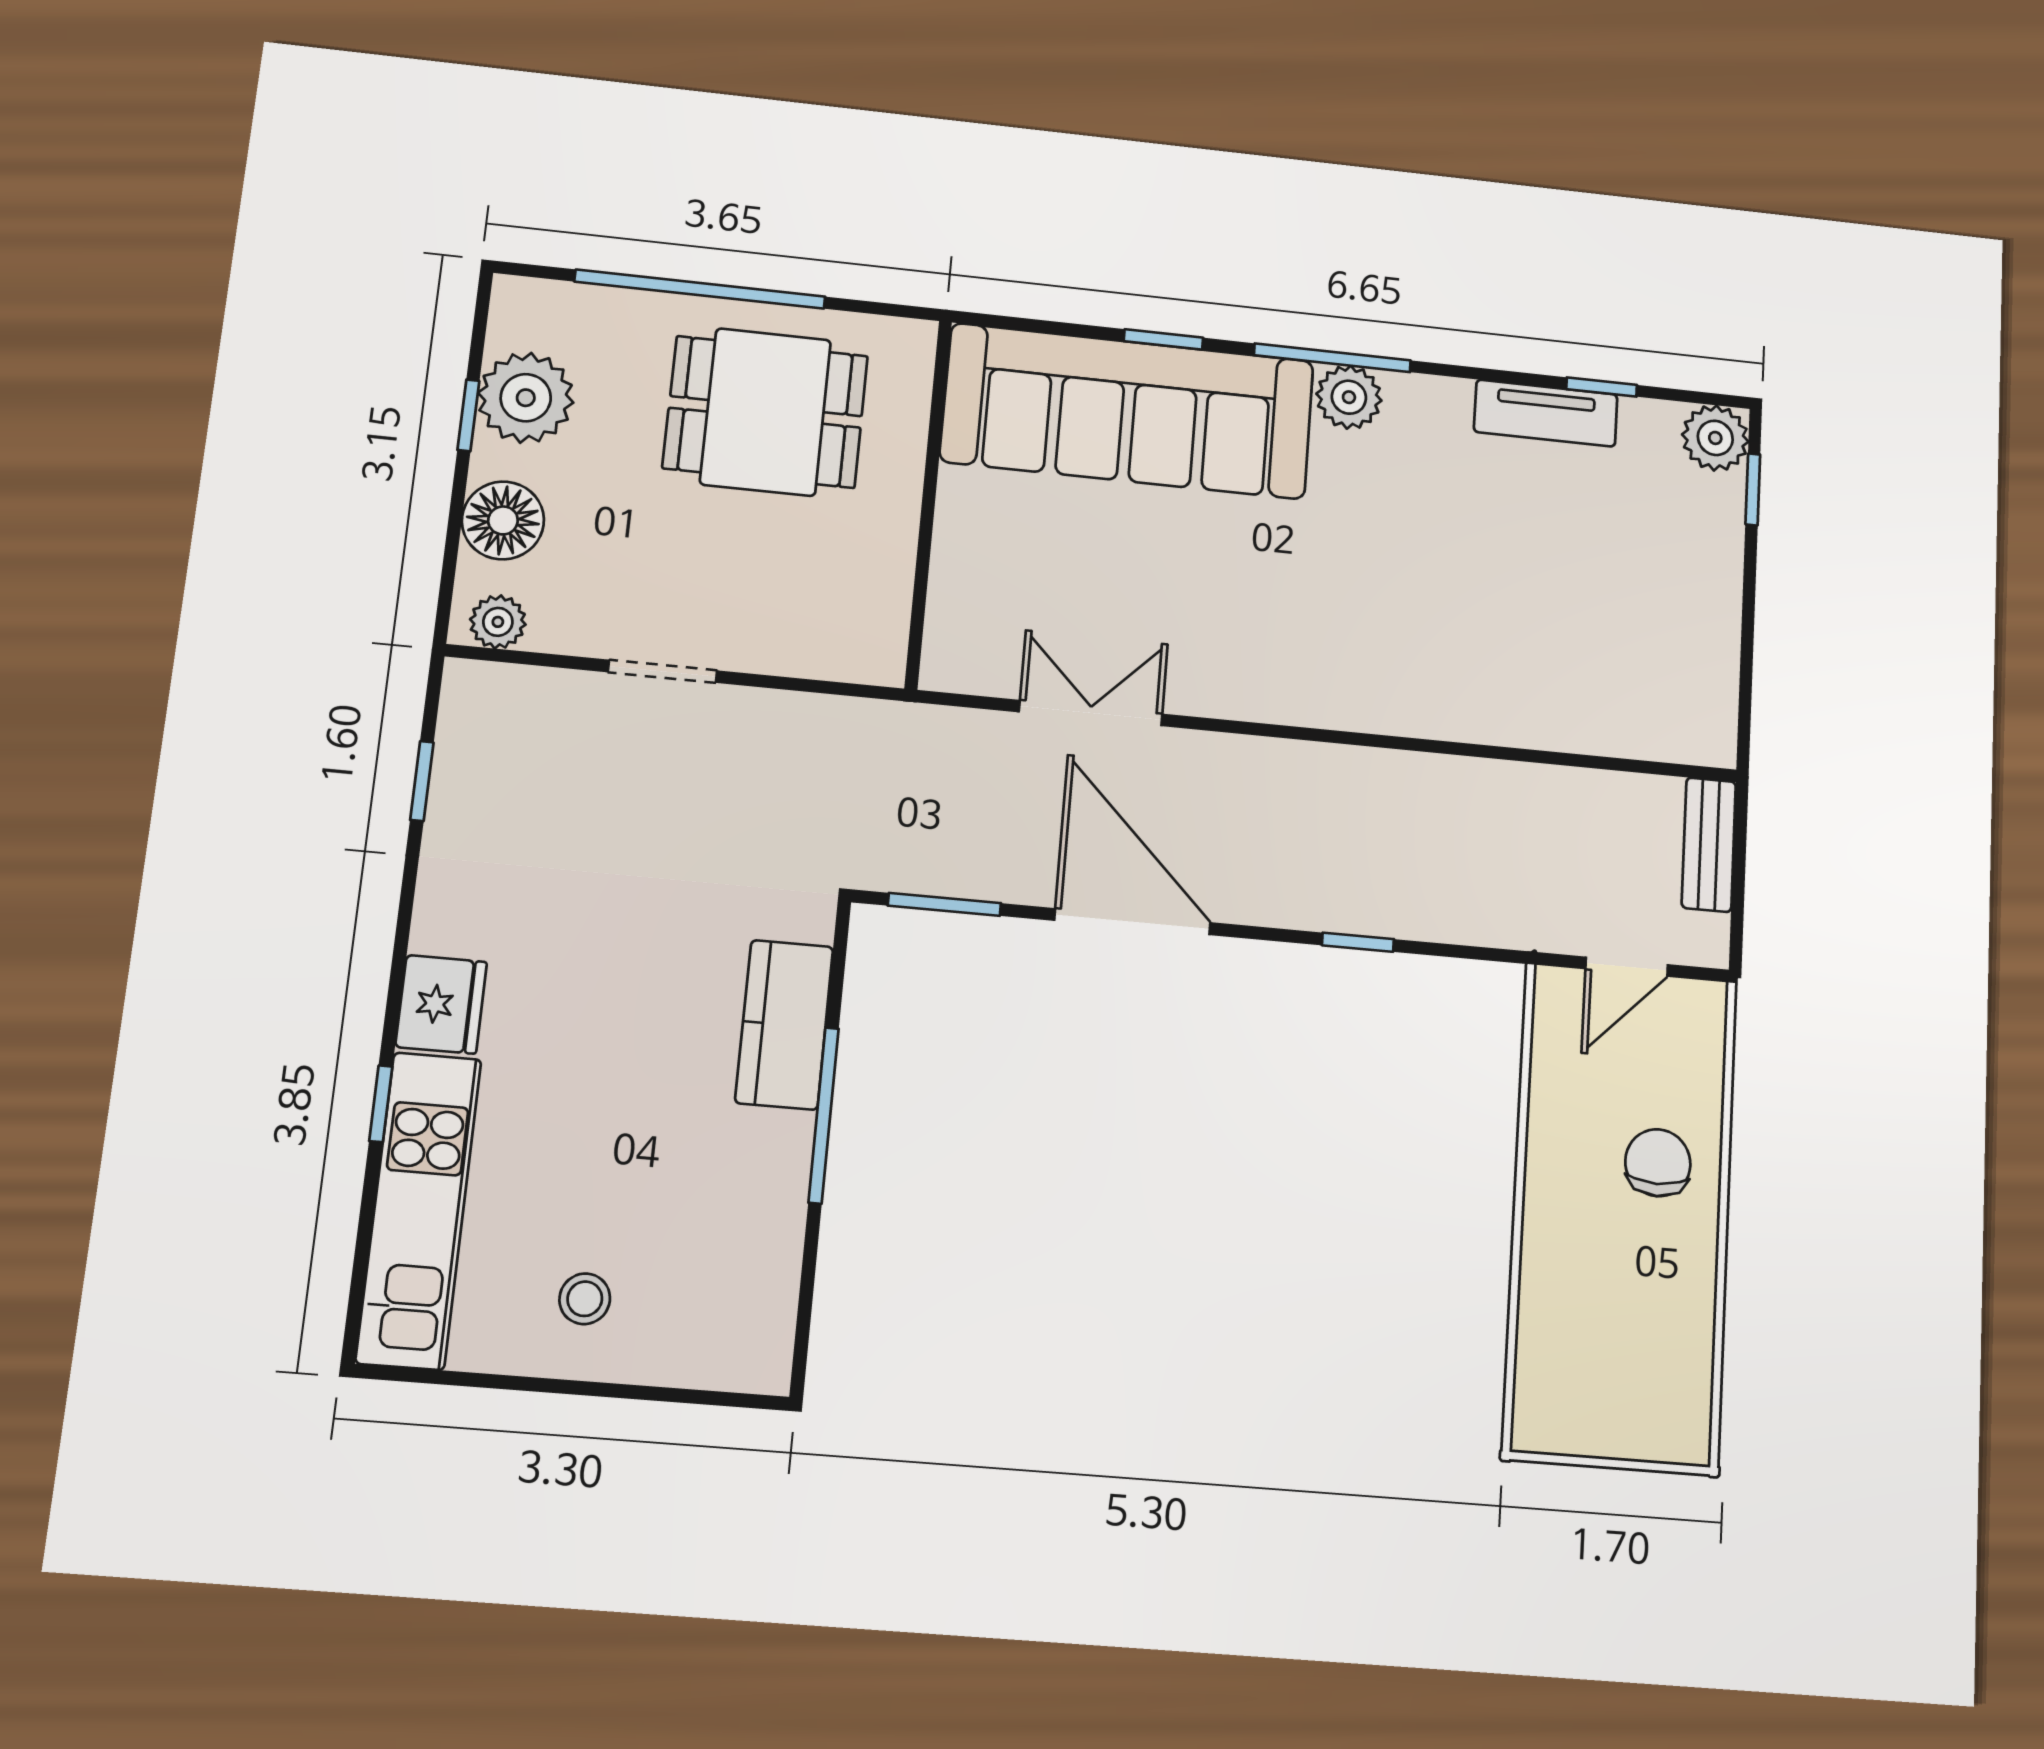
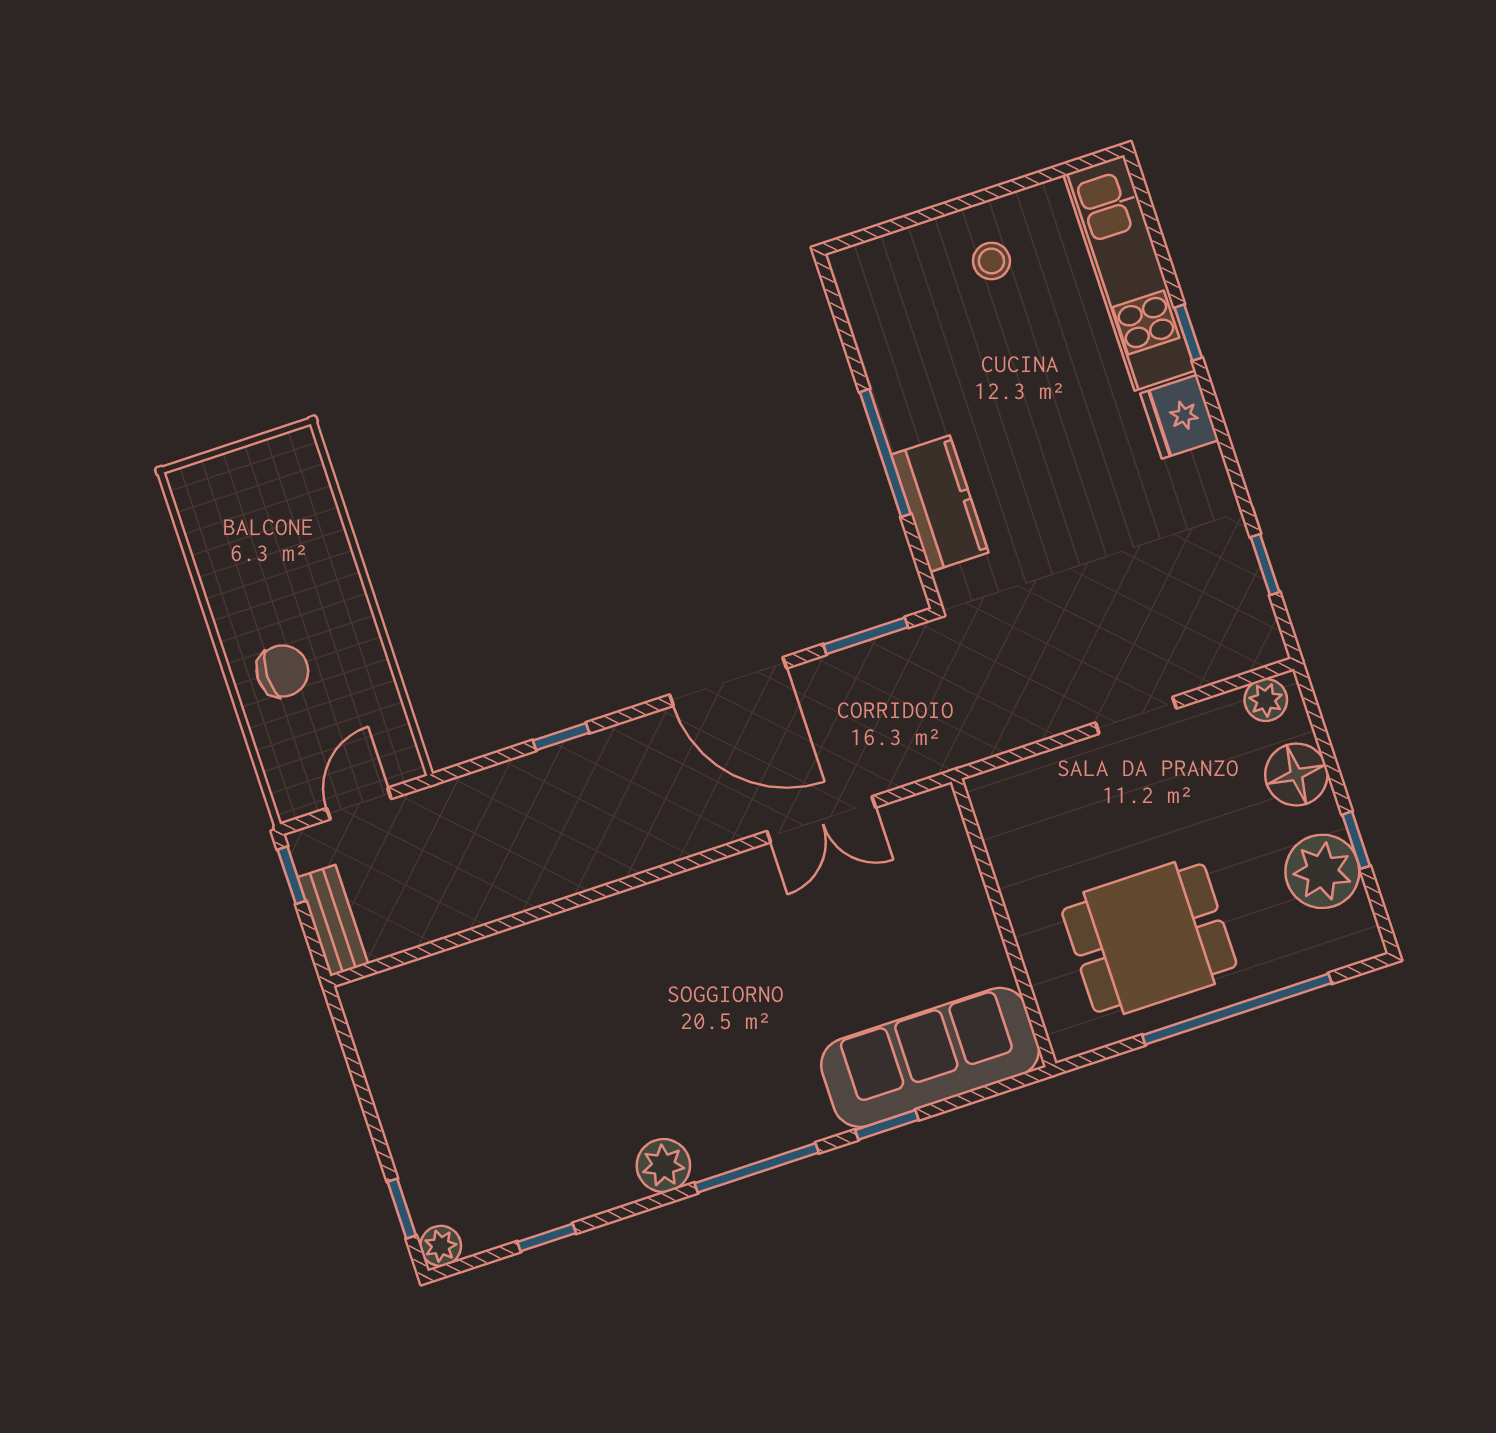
plant: (1349, 397) -> (663, 1165), moved
sofa: (1128, 411) -> (930, 1057), width x0.74, depth x0.79
tv unit: (1546, 413) -> (581, 1197), removed
plant: (1715, 438) -> (441, 1246), width x0.73, depth x0.73
window: (1737, 918) -> (292, 875), added
chair: (1658, 1163) -> (282, 671), turned -90

